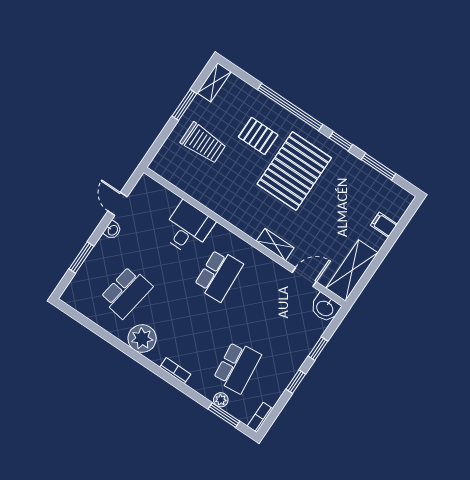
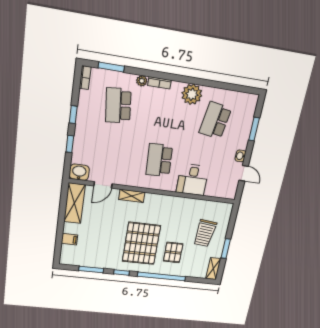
pallet: (258, 136) -> (173, 252), turned 90
trolley: (203, 143) -> (205, 233), turned -84
plant: (221, 400) -> (142, 81), moved

